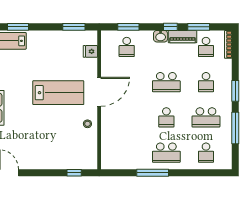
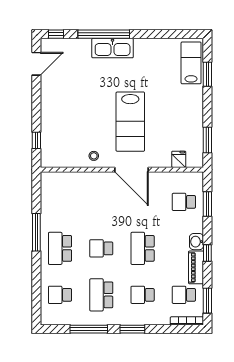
window: (199, 27) -> (207, 301), moved

